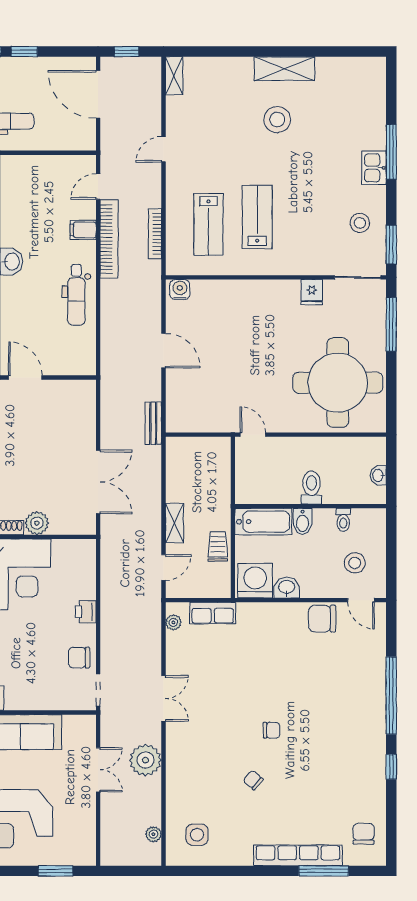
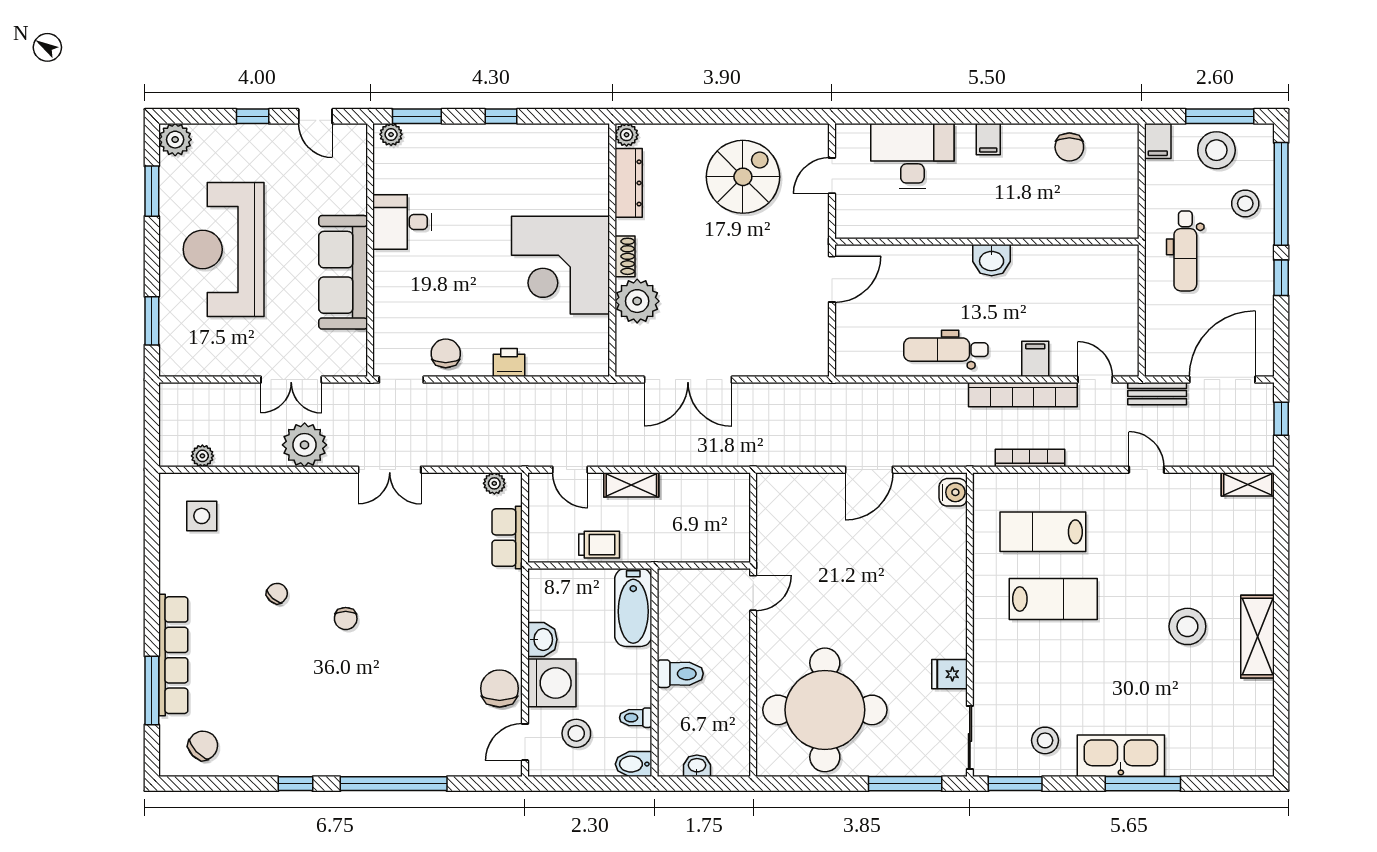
kitchen sink: (374, 168) -> (1121, 756), width x1.87, depth x1.24
bench: (153, 423) -> (1157, 394), moved
bidet: (303, 521) -> (633, 764), moved
plant: (37, 523) -> (637, 301), width x1.36, depth x1.36
washing machine: (255, 581) -> (552, 683), moved
chair: (364, 834) -> (203, 746), turned -44

